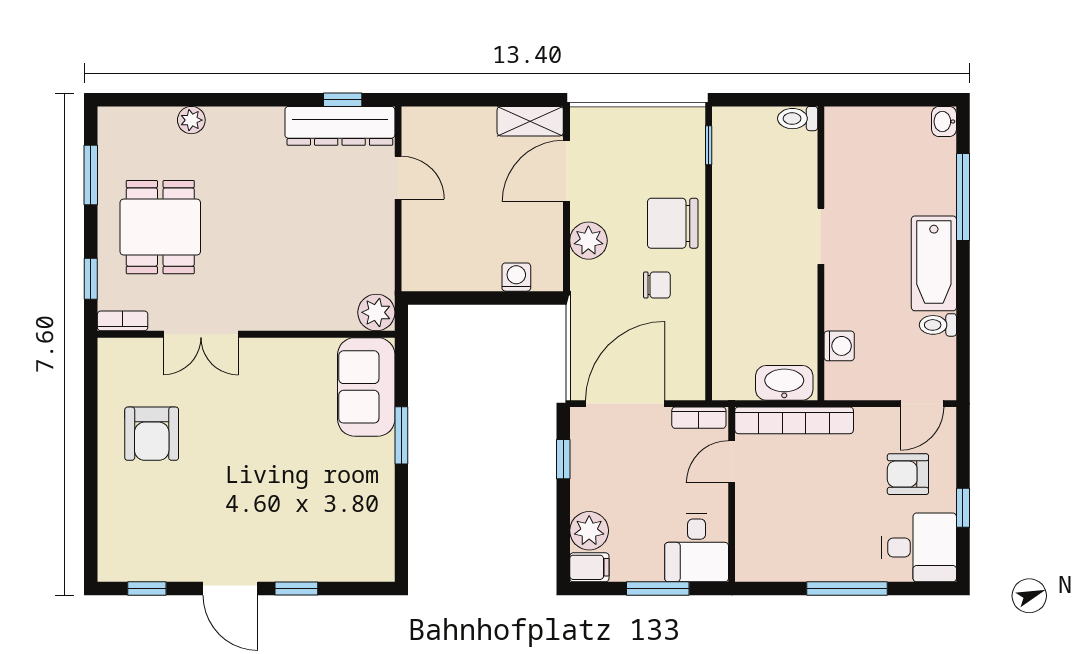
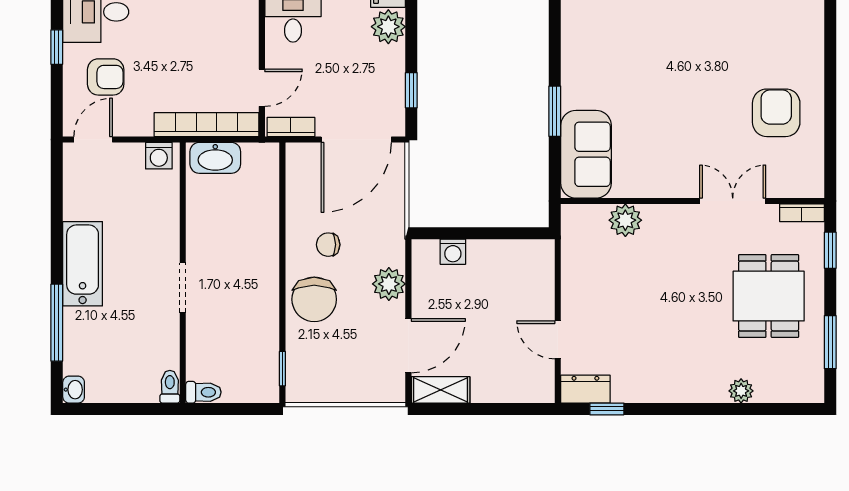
dresser: (340, 126) -> (585, 389), width x0.51, depth x0.80
chair: (673, 223) -> (314, 299), turned 90
plant: (376, 312) -> (625, 220), moved
toilet: (938, 325) -> (170, 387), moved, turned -90
washing machine: (839, 346) -> (159, 156), moved, turned -90

